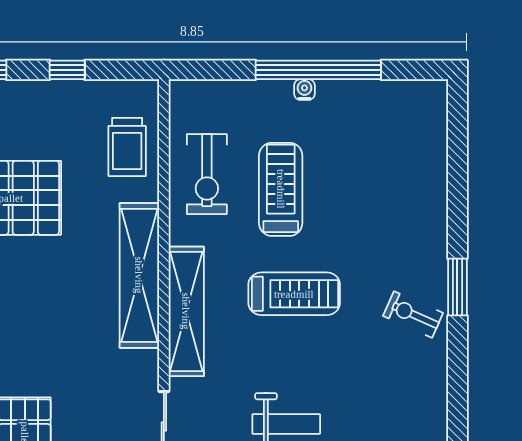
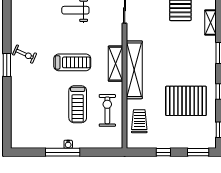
window: (318, 70) -> (63, 152), width x0.68
treadmill: (294, 294) -> (72, 62), turned 180
shelving: (186, 311) -> (116, 64), width x0.68

